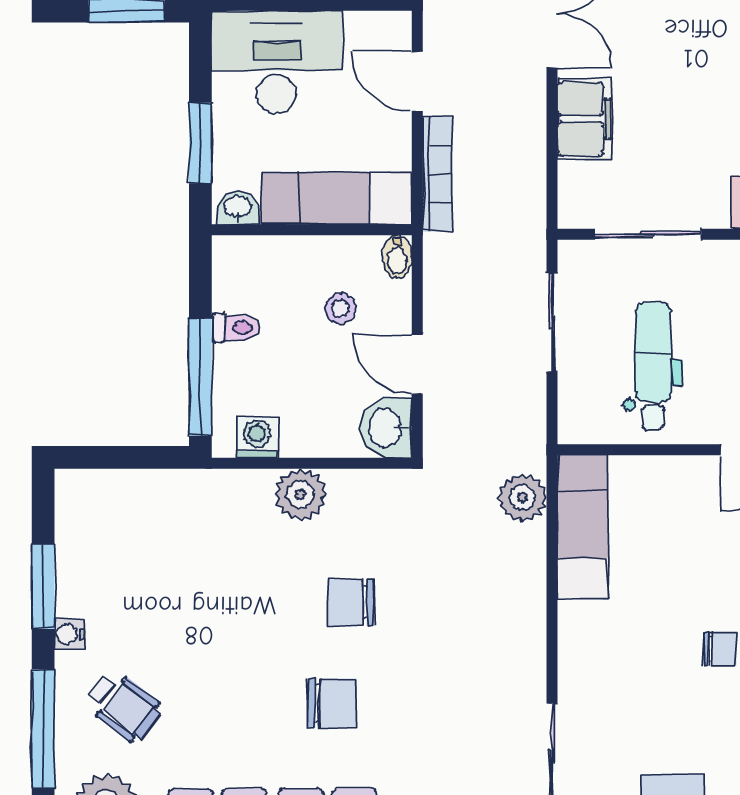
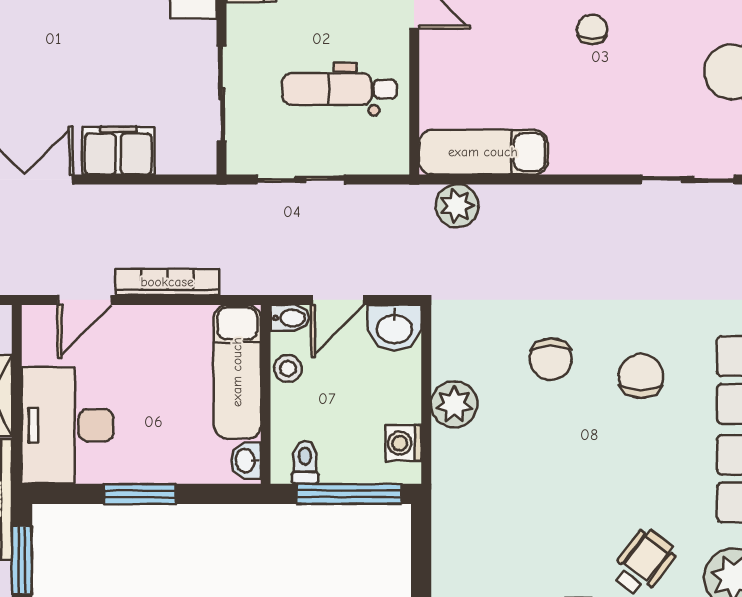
exam couch: (337, 198) -> (237, 372), moved
washbasin: (238, 208) -> (246, 461), moved
wall: (312, 230) -> (266, 394), moved
bidet: (397, 257) -> (290, 318), moved

